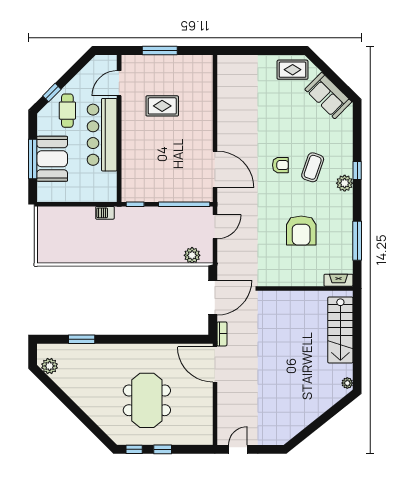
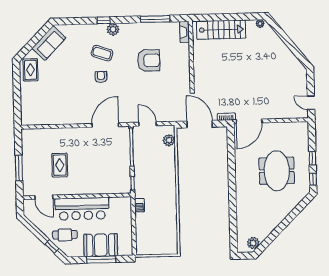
window: (82, 339) -> (233, 220), removed
meeting table: (147, 400) -> (277, 171), turned 90

